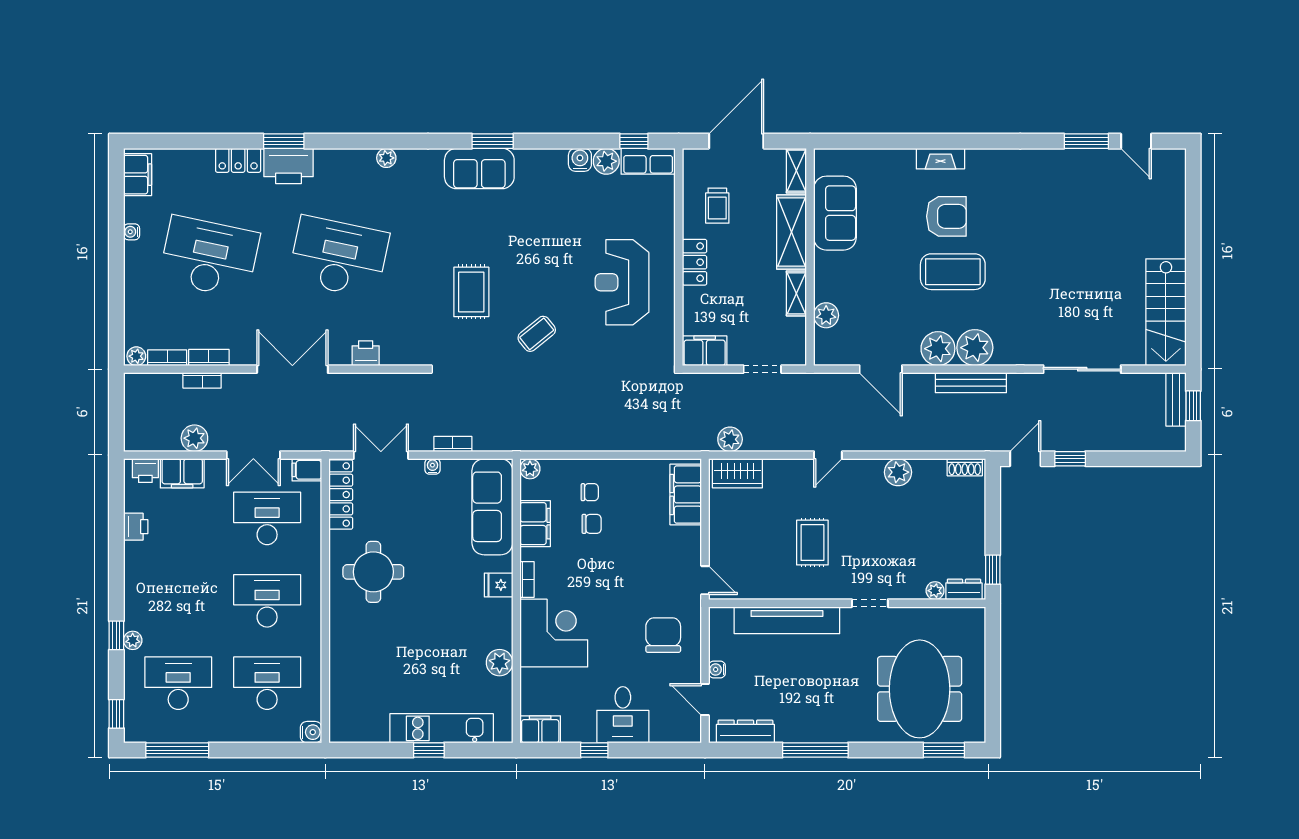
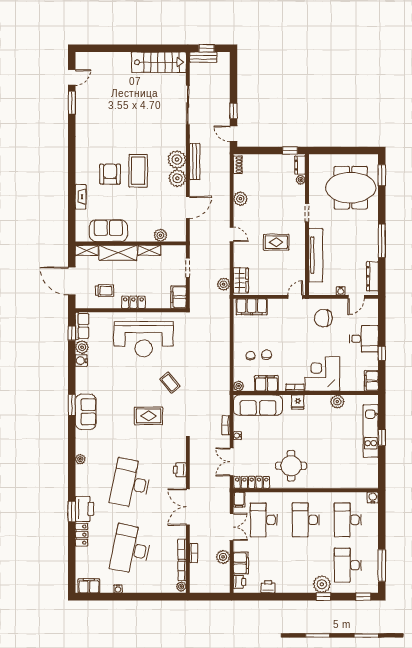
fireplace: (940, 159) -> (81, 197), moved
reception desk: (622, 282) -> (144, 339), width x1.36, depth x1.30
plant: (133, 640) -> (322, 584), width x1.87, depth x1.87

